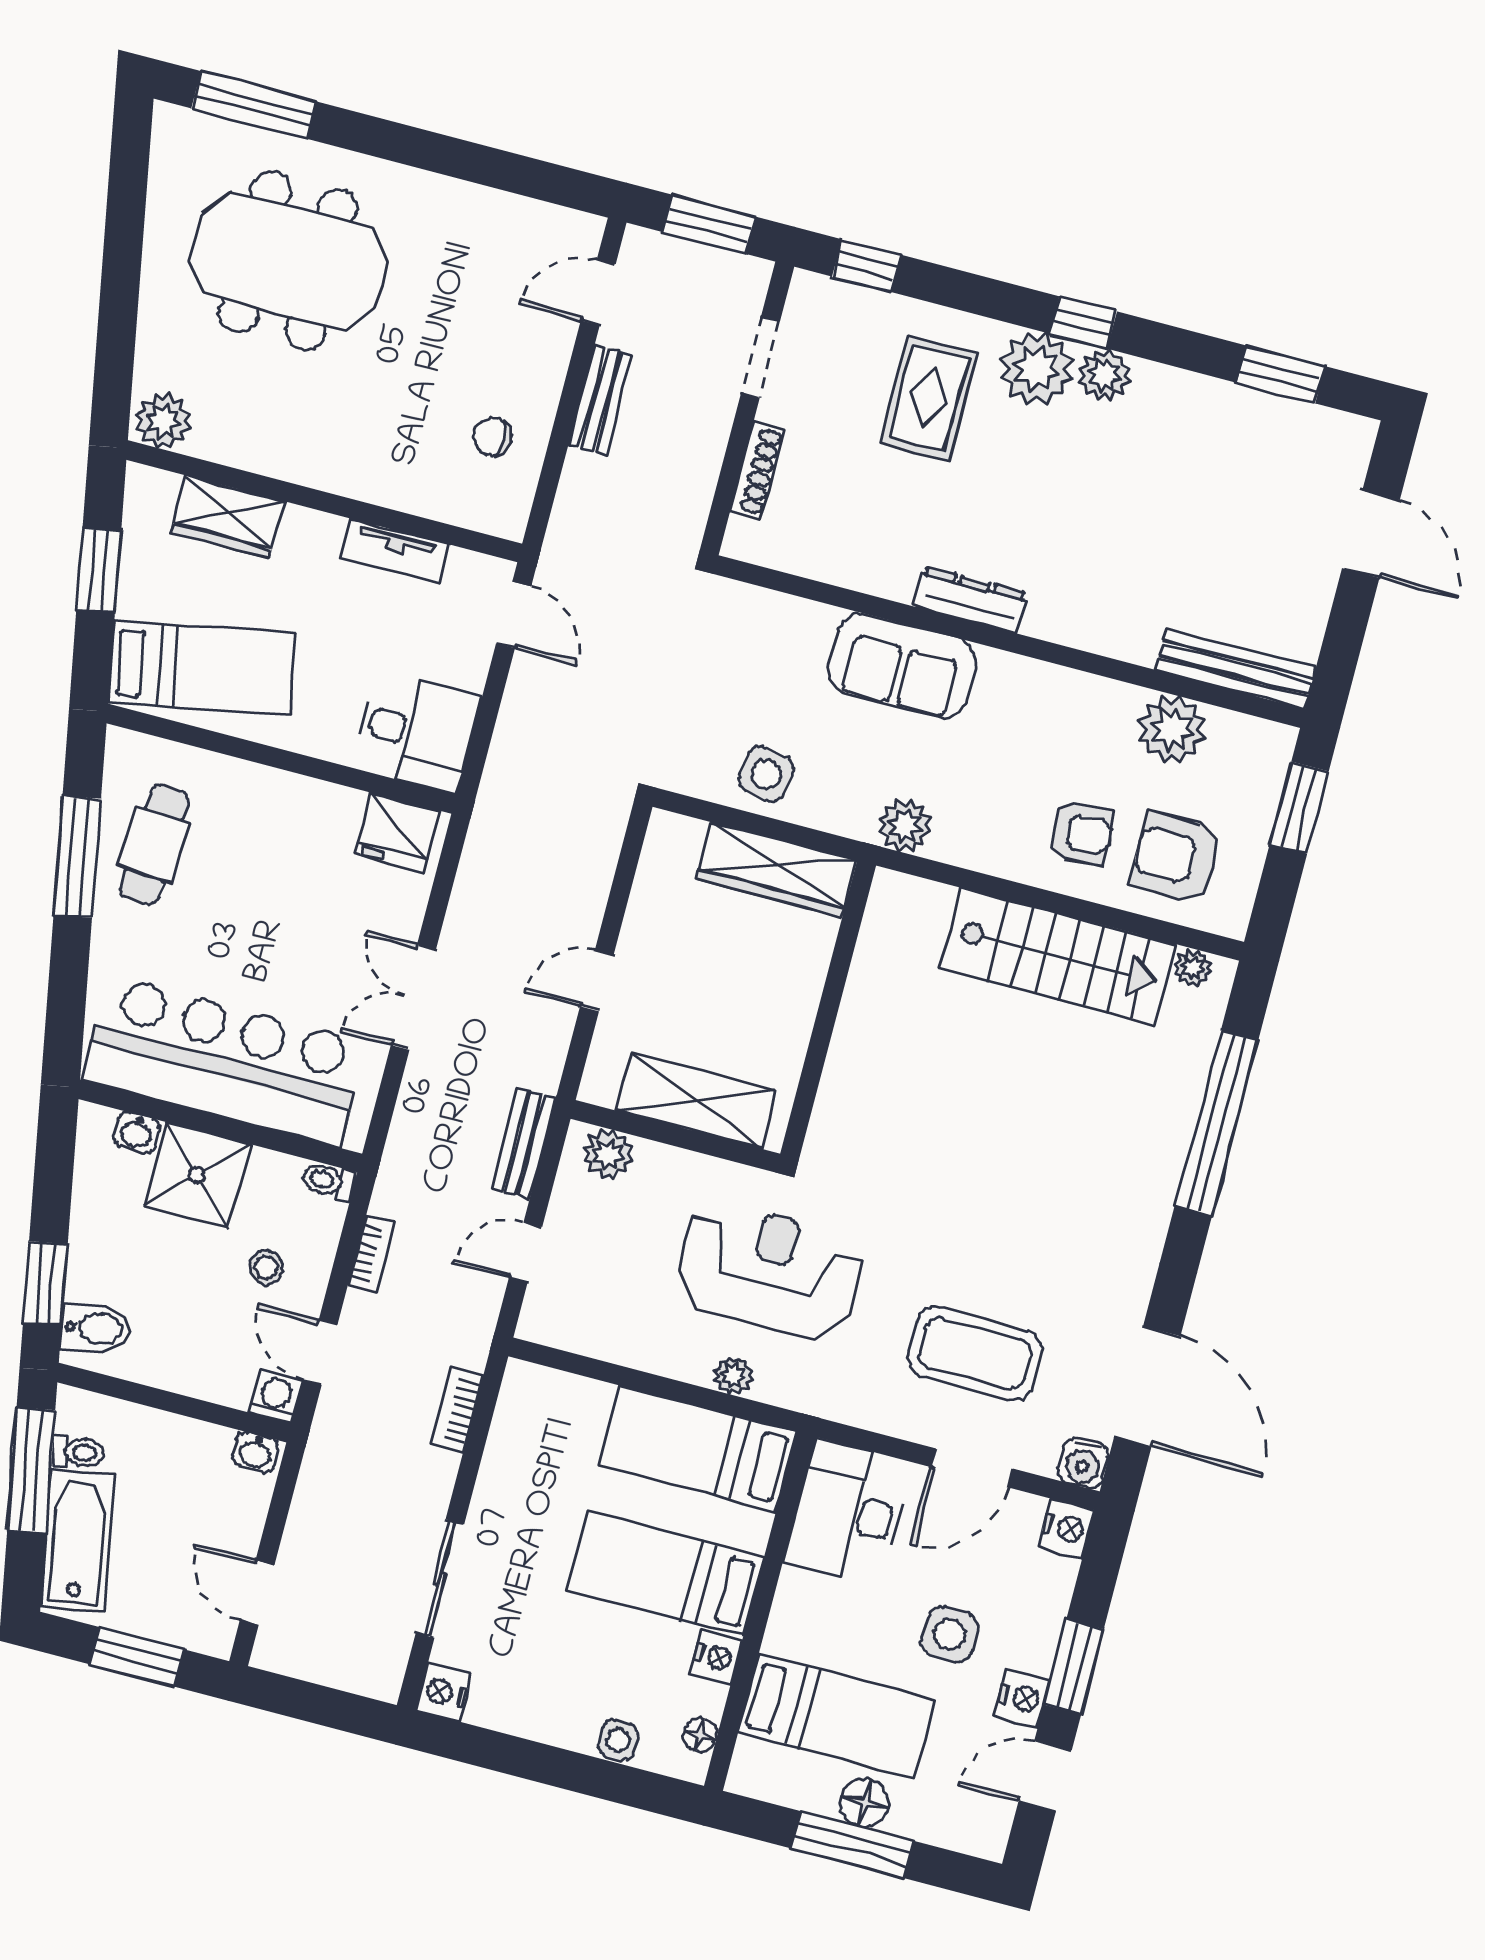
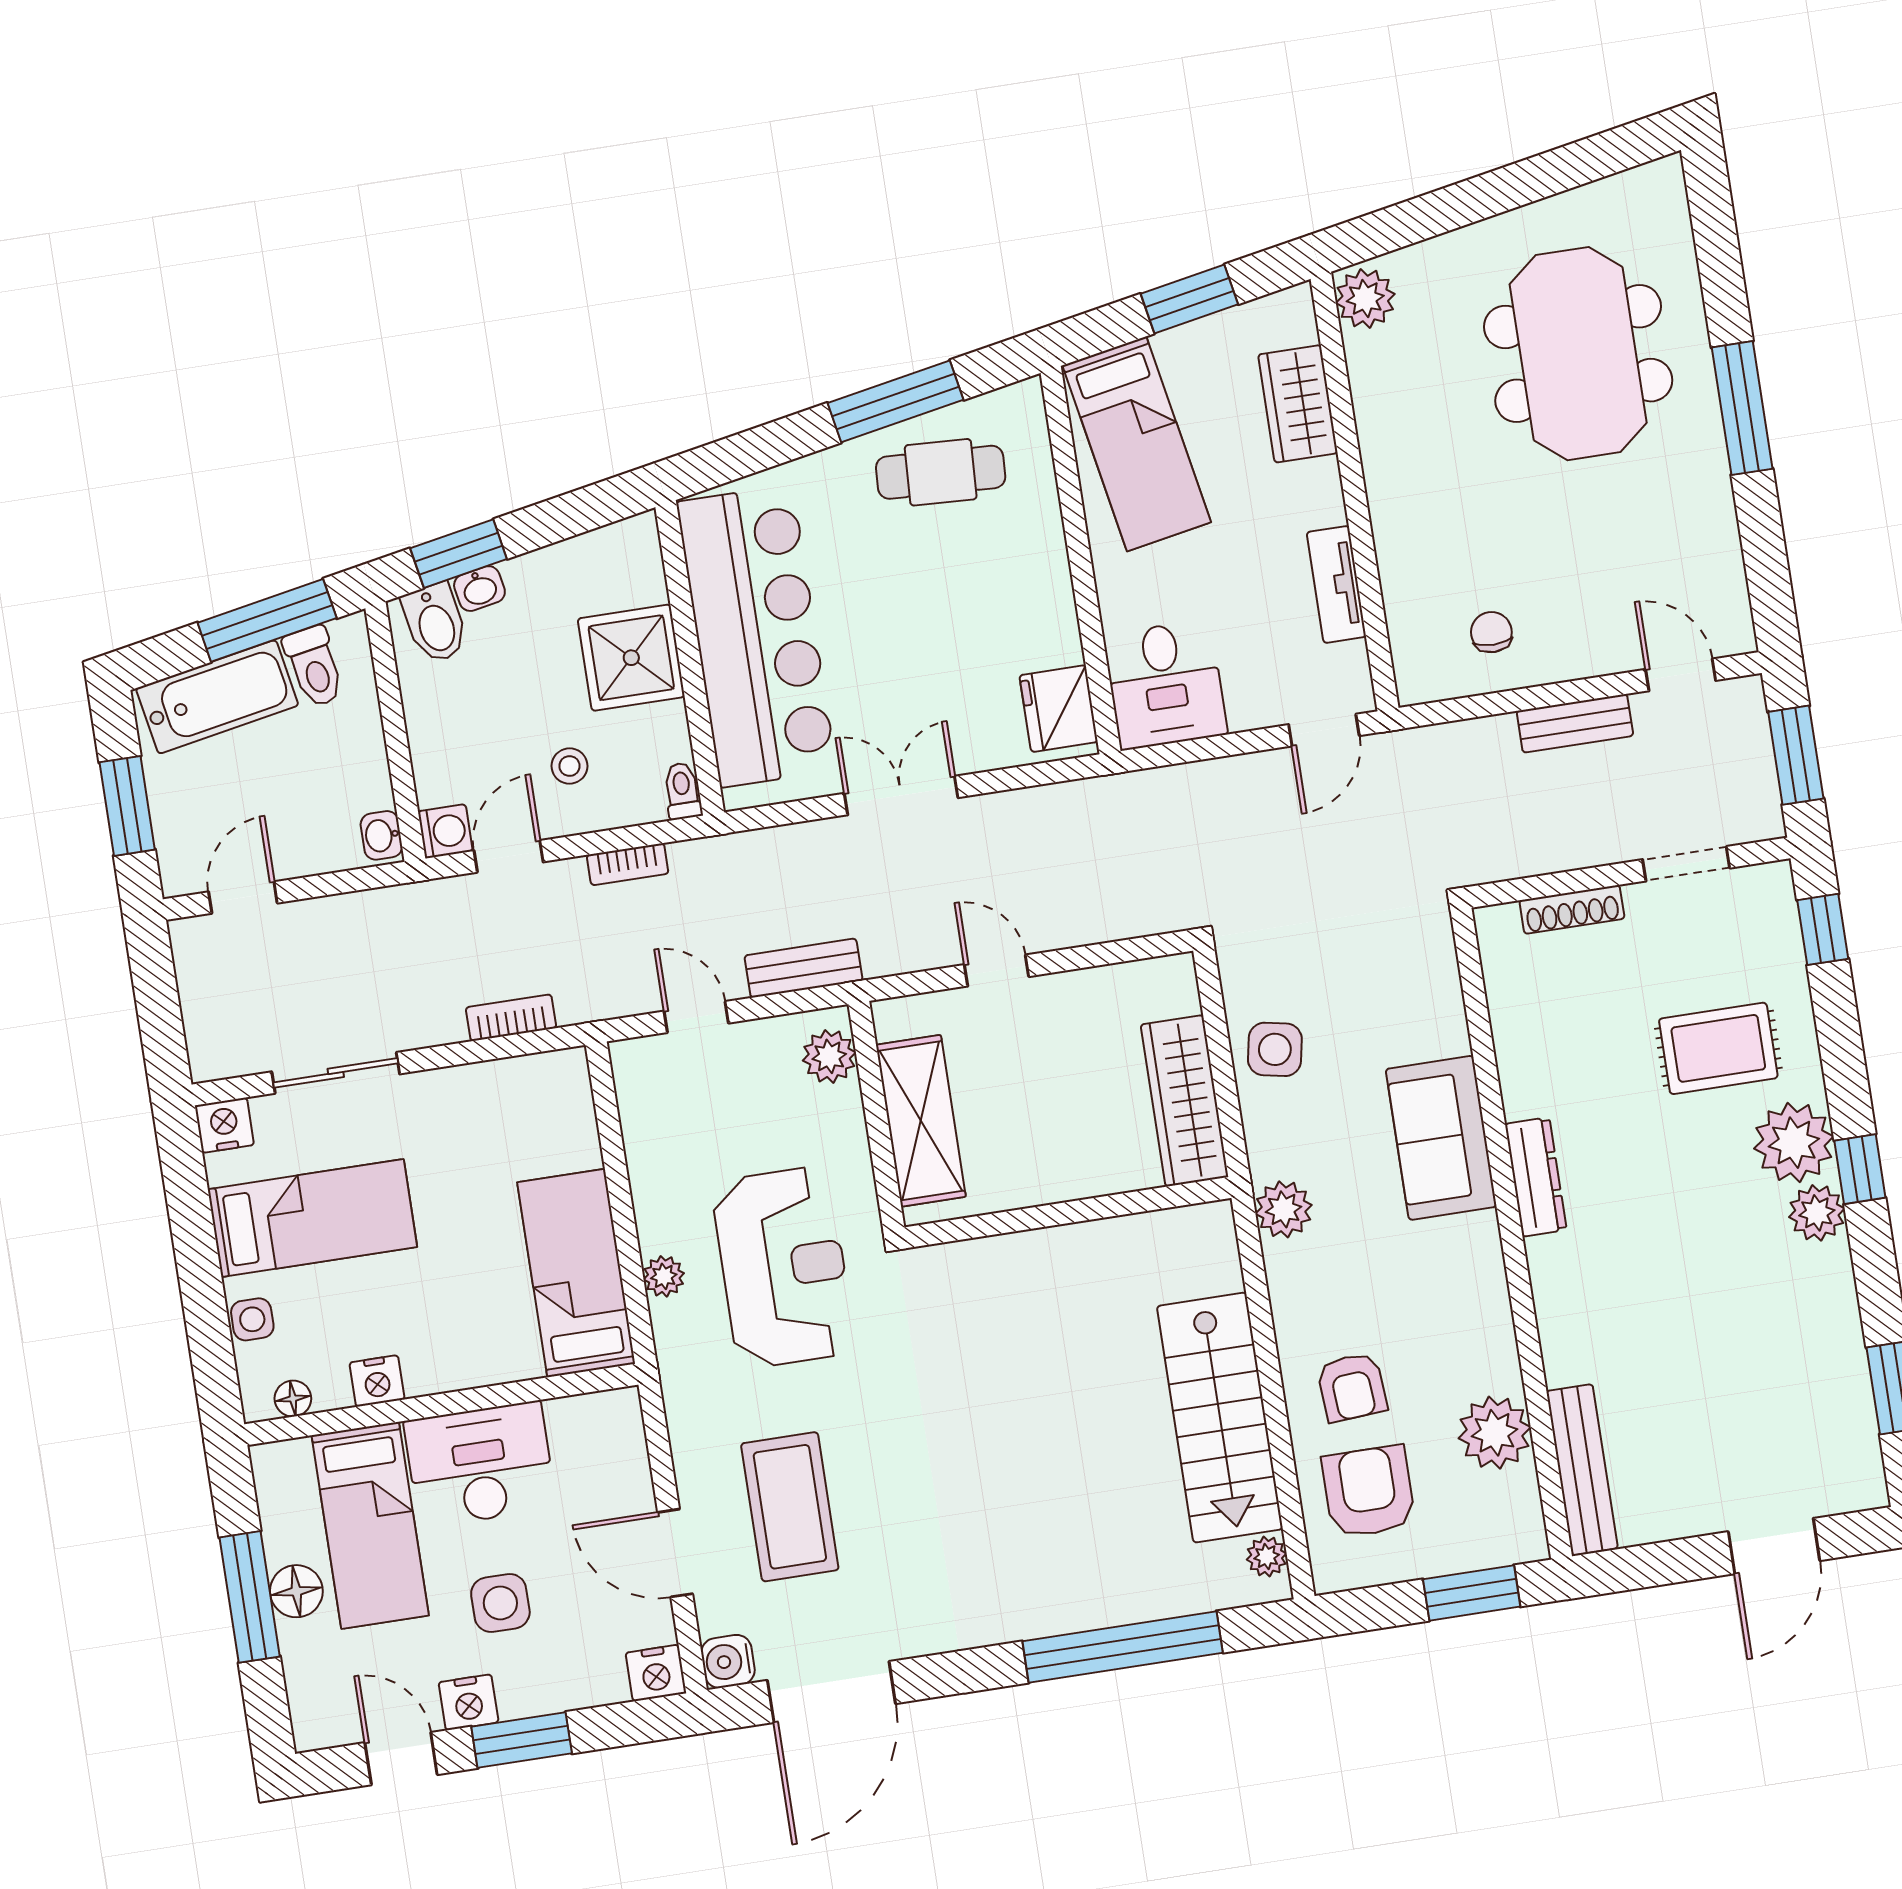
window: (254, 105) -> (1742, 408), moved
washbasin: (137, 1133) -> (479, 589), moved, turned -100
toilet: (78, 1452) -> (314, 667), width x1.37, depth x1.39
desk: (848, 1512) -> (480, 1464), moved
bed: (665, 1574) -> (312, 1218), moved, turned 90

